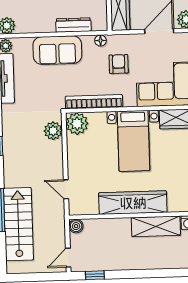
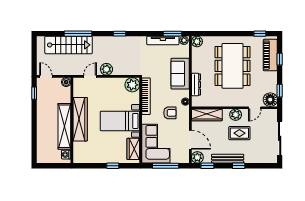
plant: (53, 131) -> (106, 69), moved
shelving: (156, 226) -> (64, 126), width x1.47

